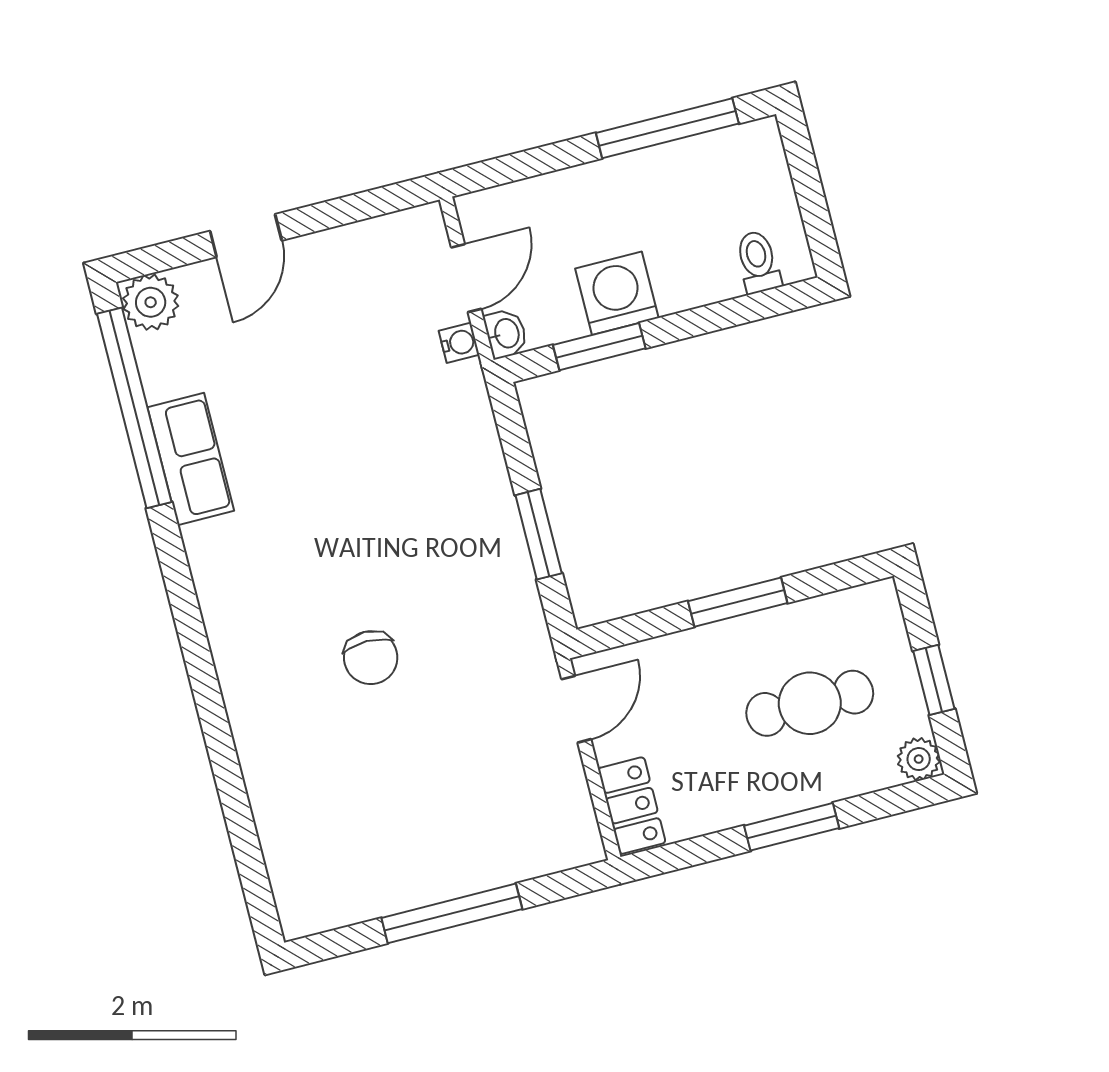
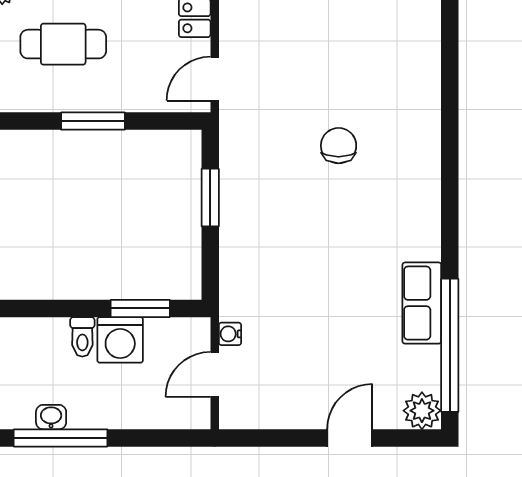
toilet: (758, 262) -> (82, 337), moved
washbasin: (506, 334) -> (51, 417), moved, turned 90

